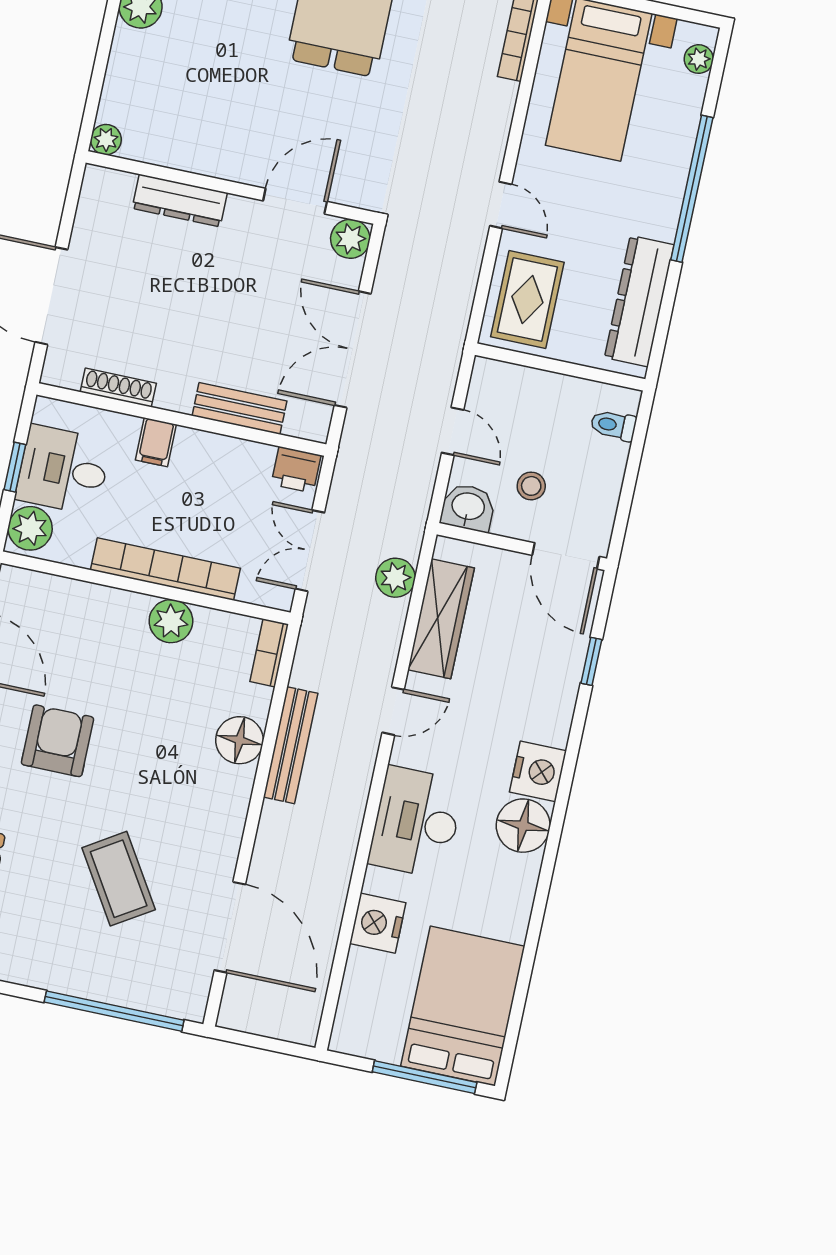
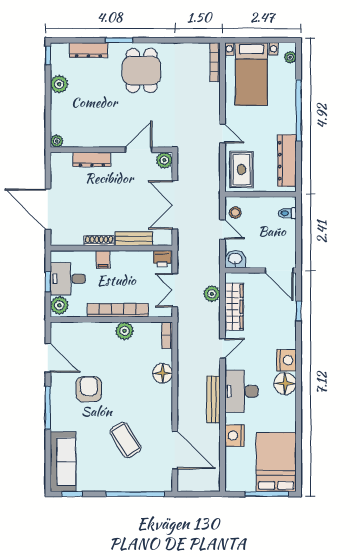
shoe rack: (118, 388) -> (99, 241), moved
stool: (531, 486) -> (235, 213), moved
bench: (291, 745) -> (213, 399), moved

